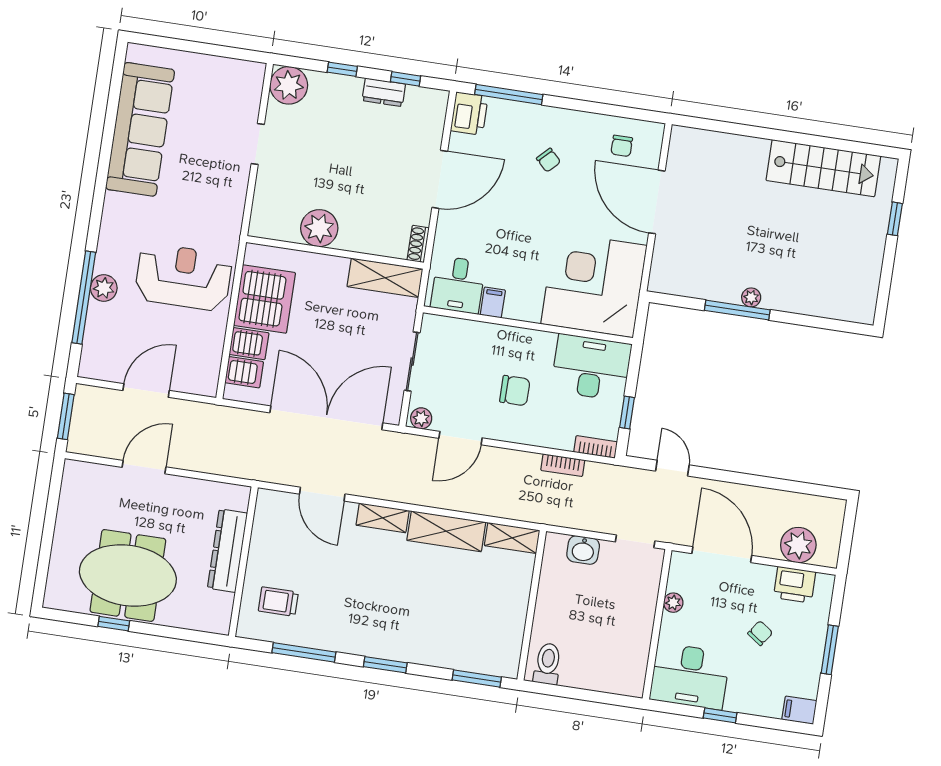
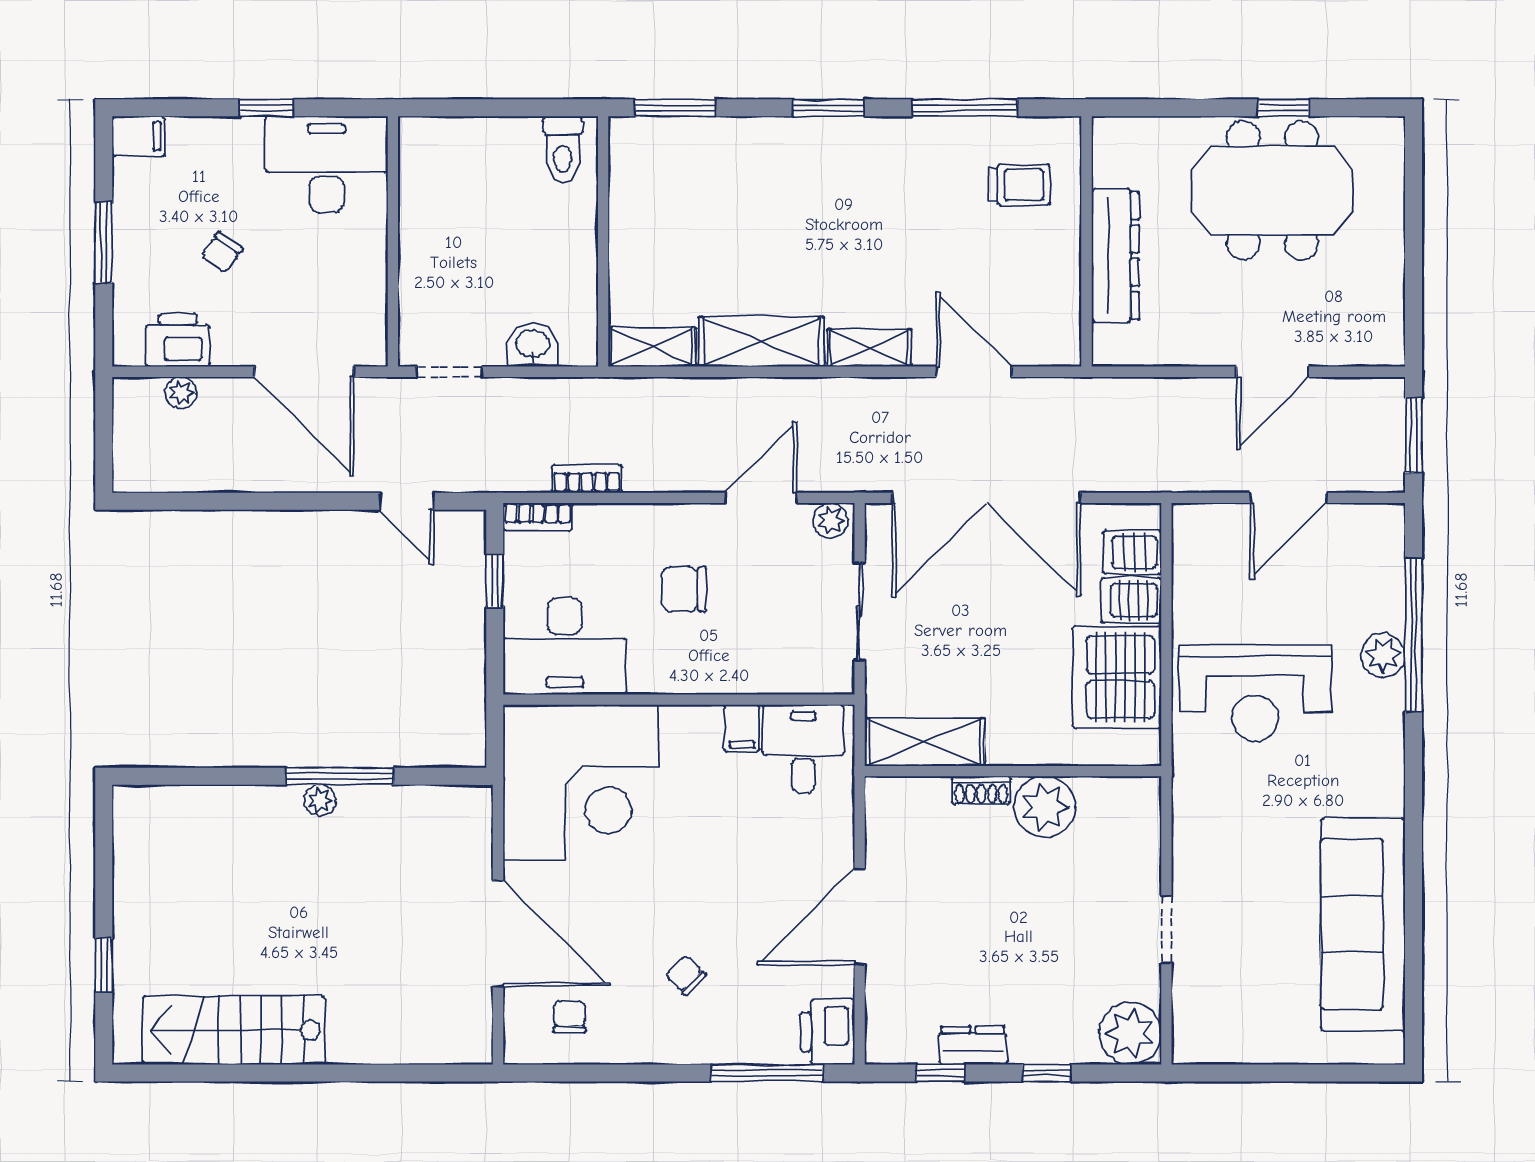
shoe rack: (418, 244) -> (981, 790), moved, turned 90
plant: (798, 545) -> (181, 393), width x0.53, depth x0.53
plant: (673, 603) -> (372, 281), removed

